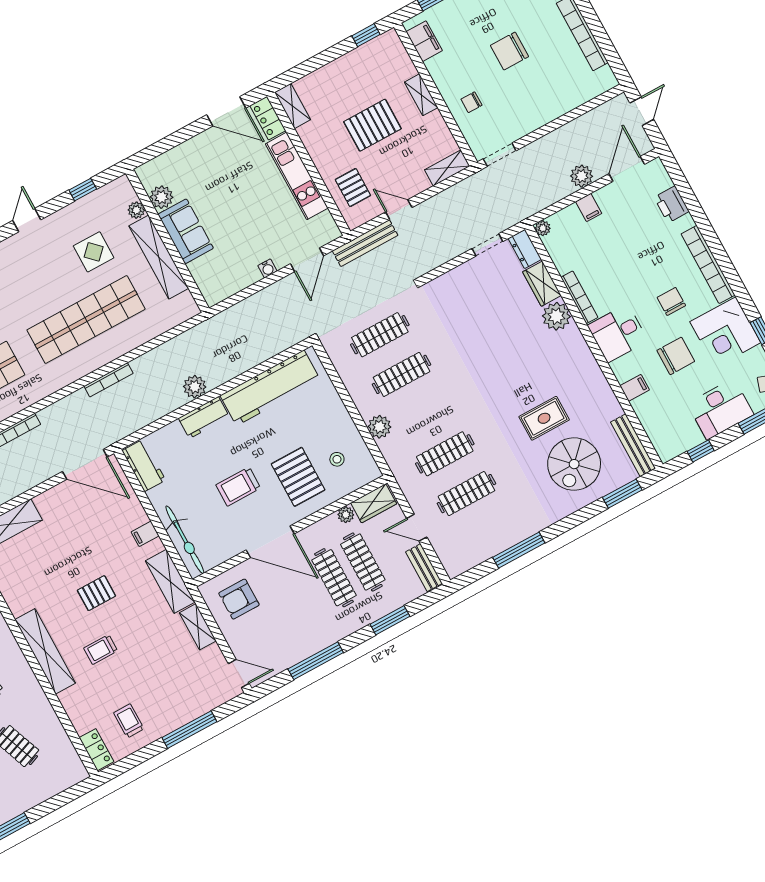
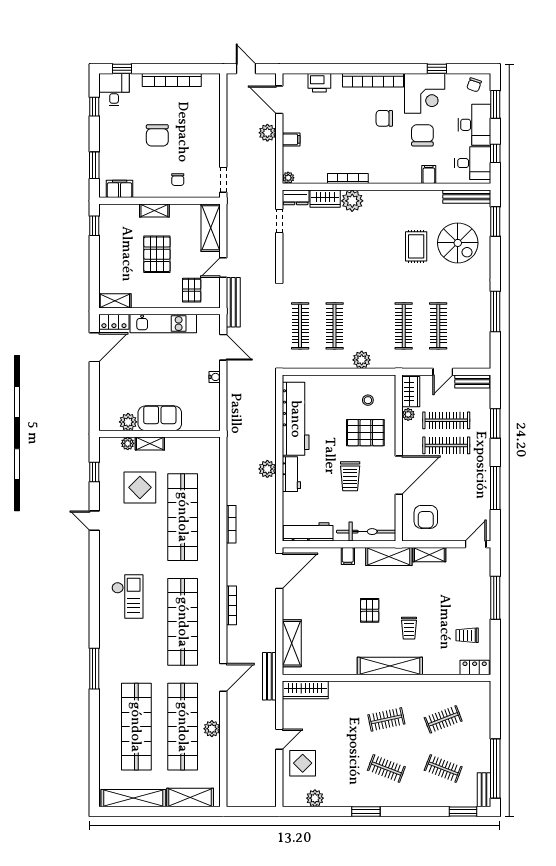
shelving: (447, 168) -> (211, 228), width x1.50, depth x1.33
pallet: (353, 188) -> (192, 290), turned 90
display table: (94, 252) -> (140, 487), width x1.36, depth x1.36
shelving: (159, 257) -> (150, 444), width x0.45, depth x0.75
desk: (618, 333) -> (473, 163), moved, turned -90
workbench: (144, 465) -> (308, 532), width x1.38

